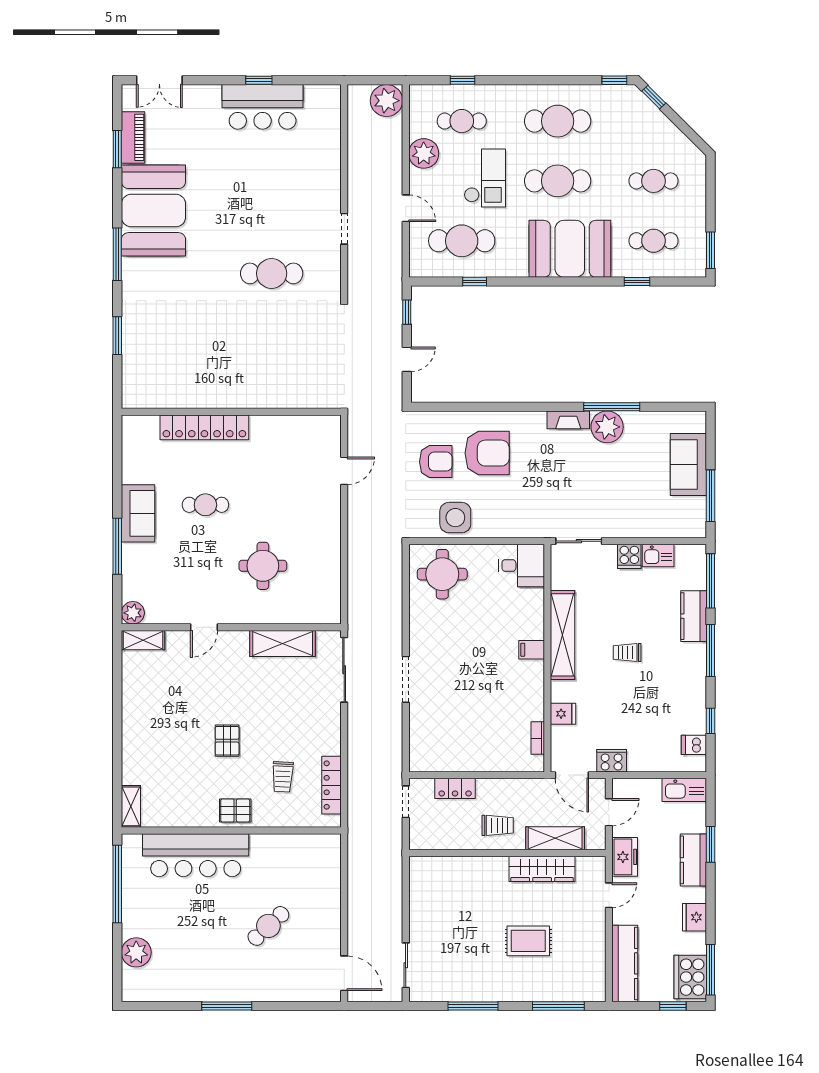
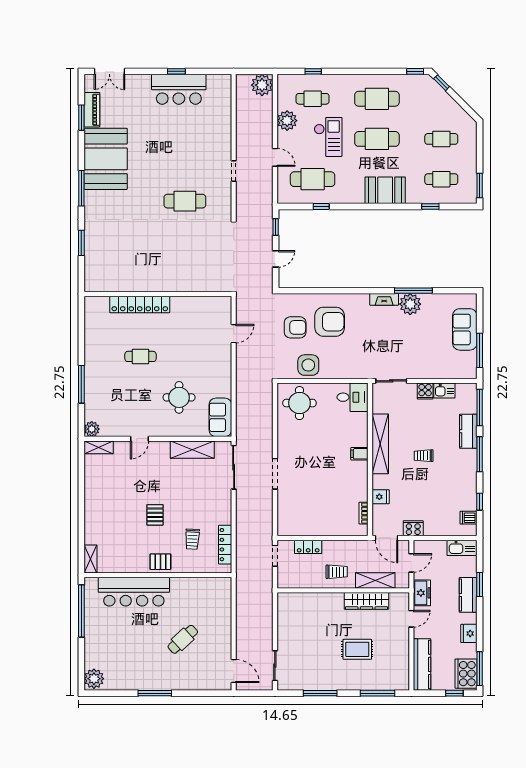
booth: (570, 249) -> (385, 190), width x0.73, depth x0.70
sofa: (138, 513) -> (220, 417), moved, turned 180
plant: (136, 952) -> (94, 679), moved

